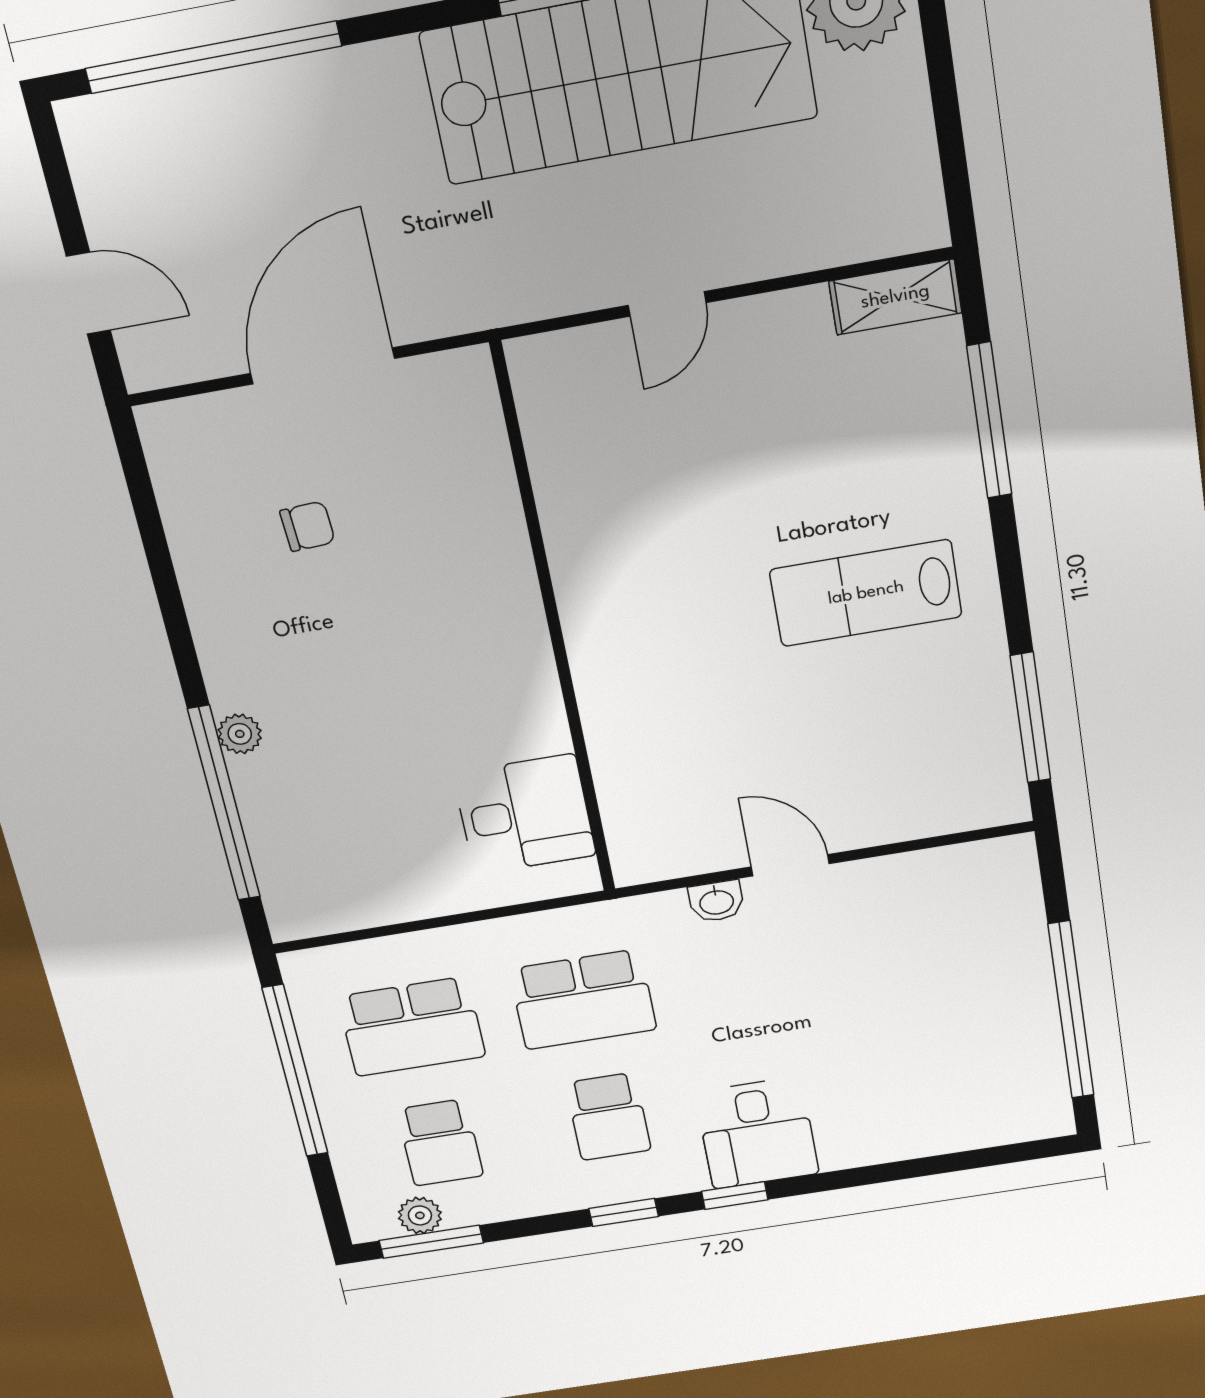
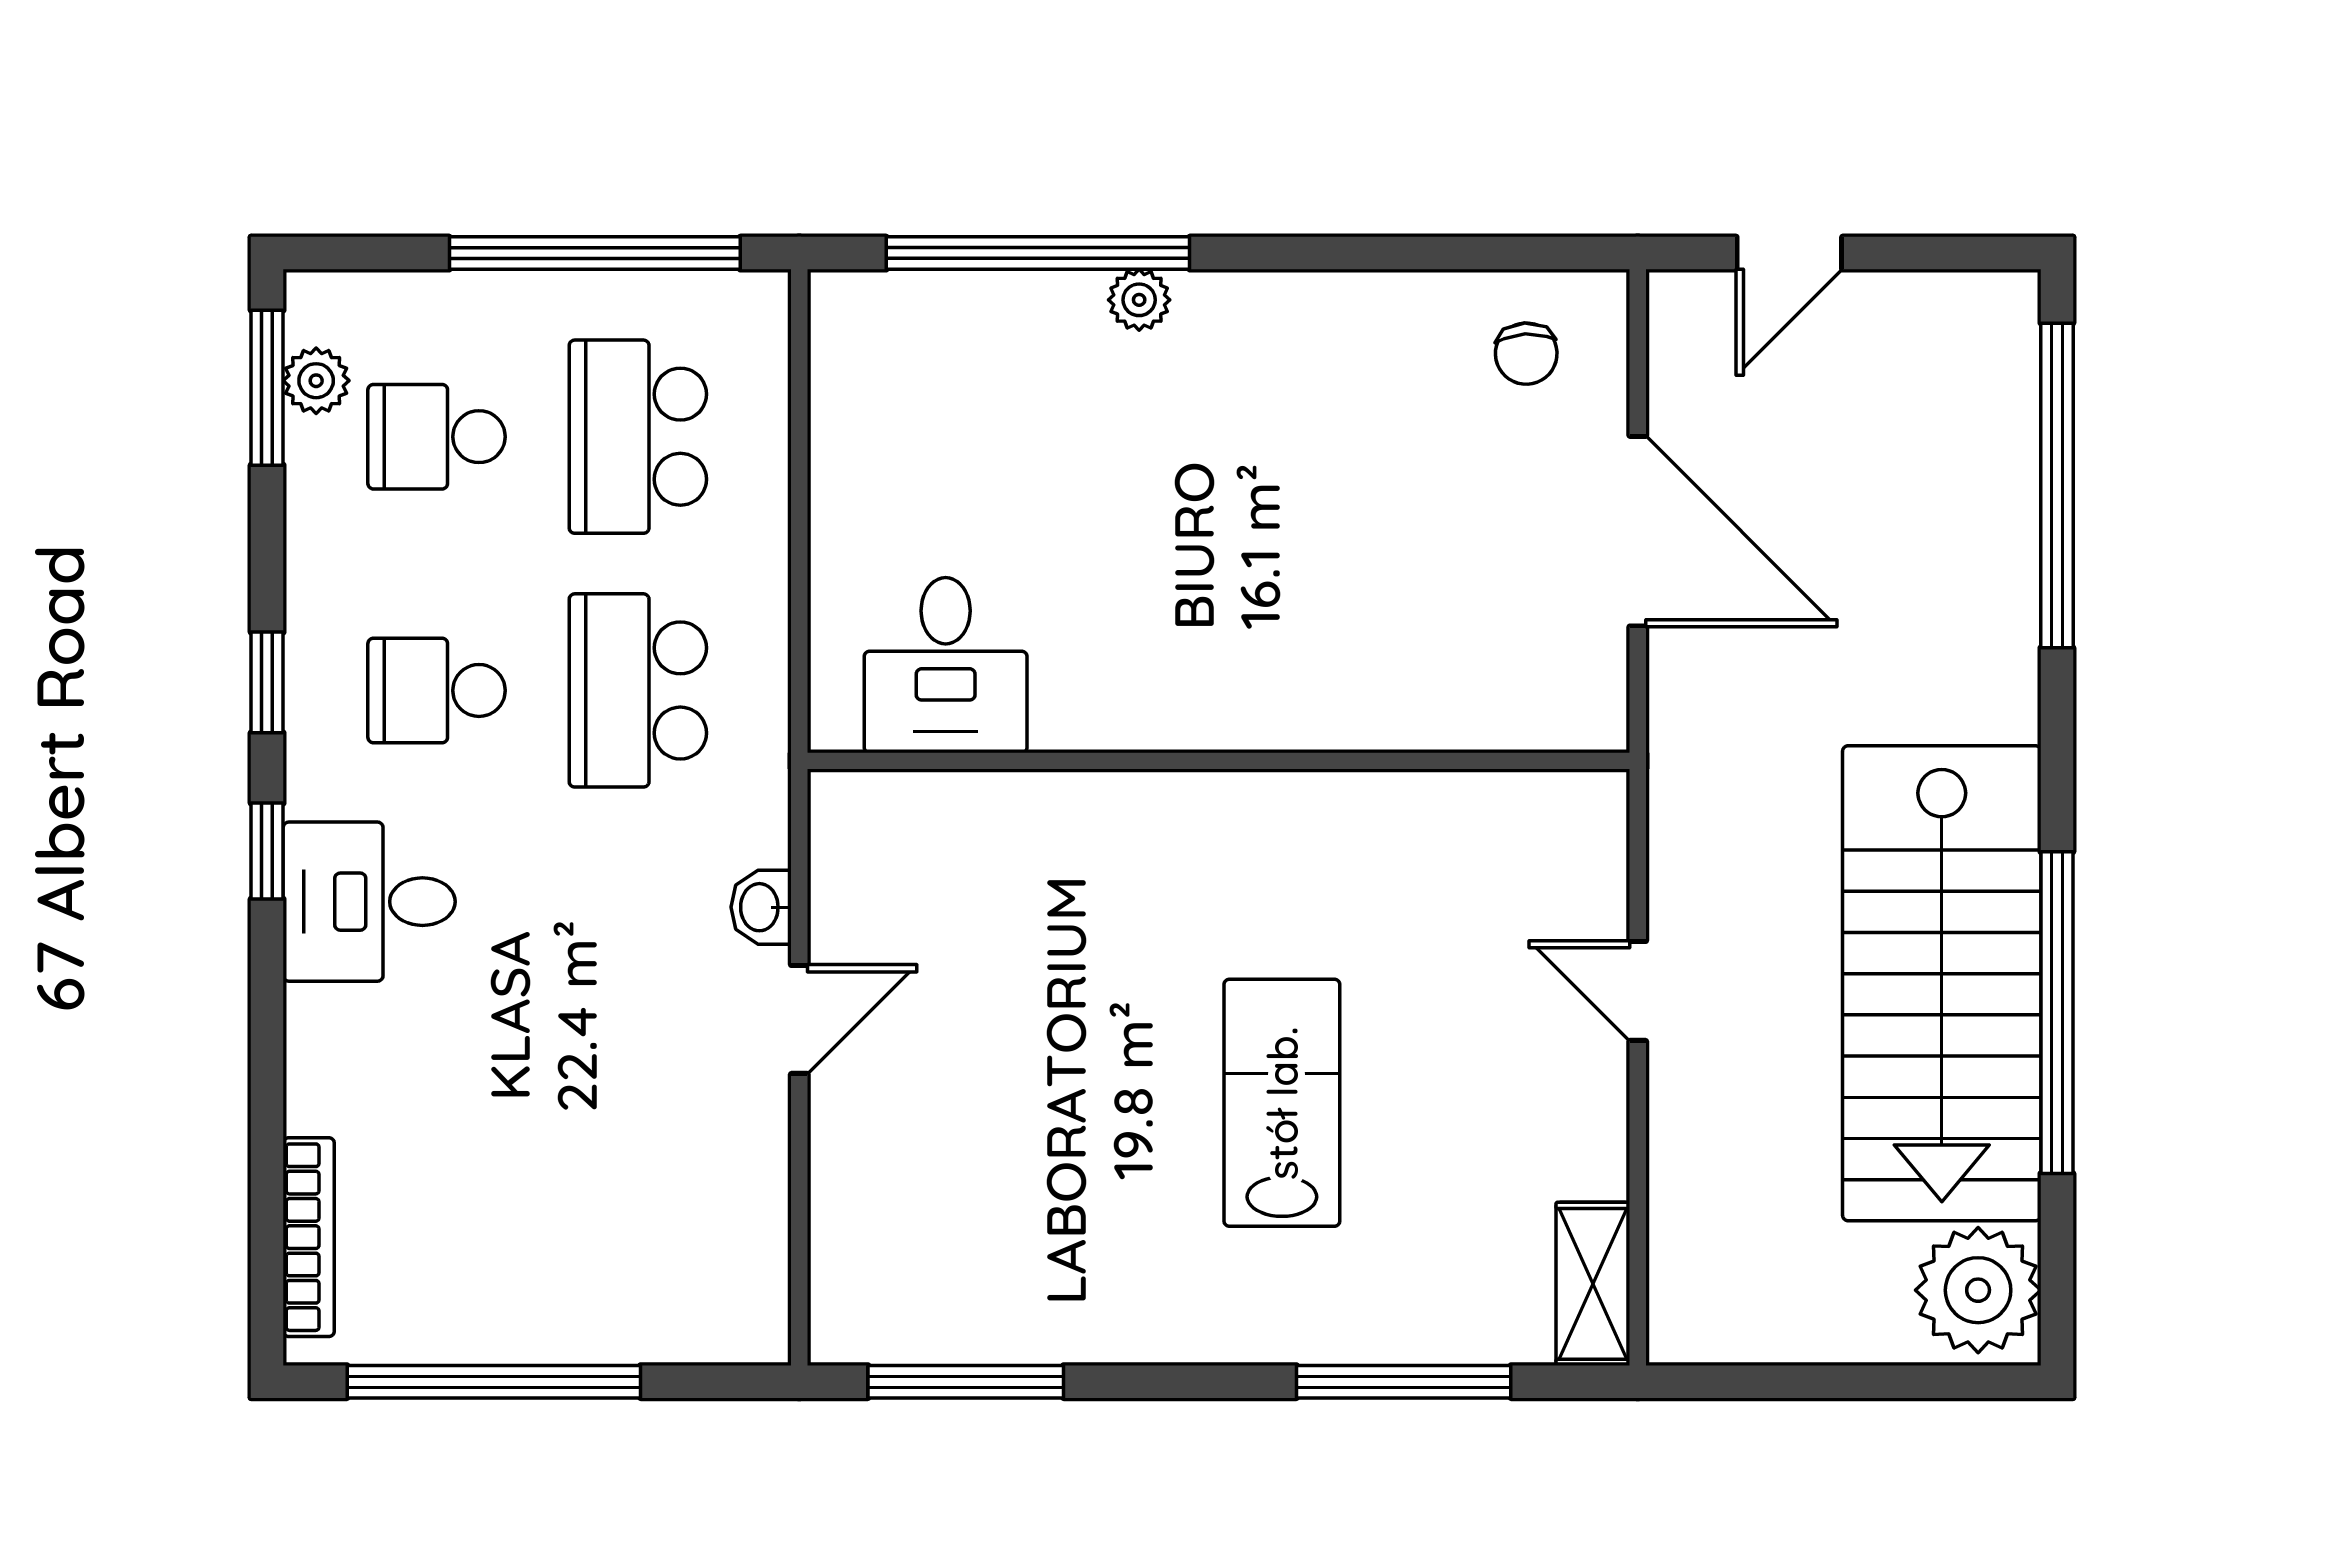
chair: (307, 526) -> (1526, 354), moved
lab bench: (866, 593) -> (1282, 1103), moved
bookcase: (988, 1133) -> (309, 1237), added

